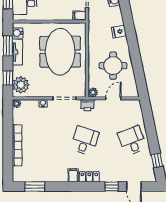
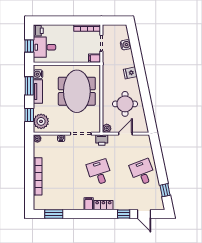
desk: (85, 141) -> (99, 172), turned -36

